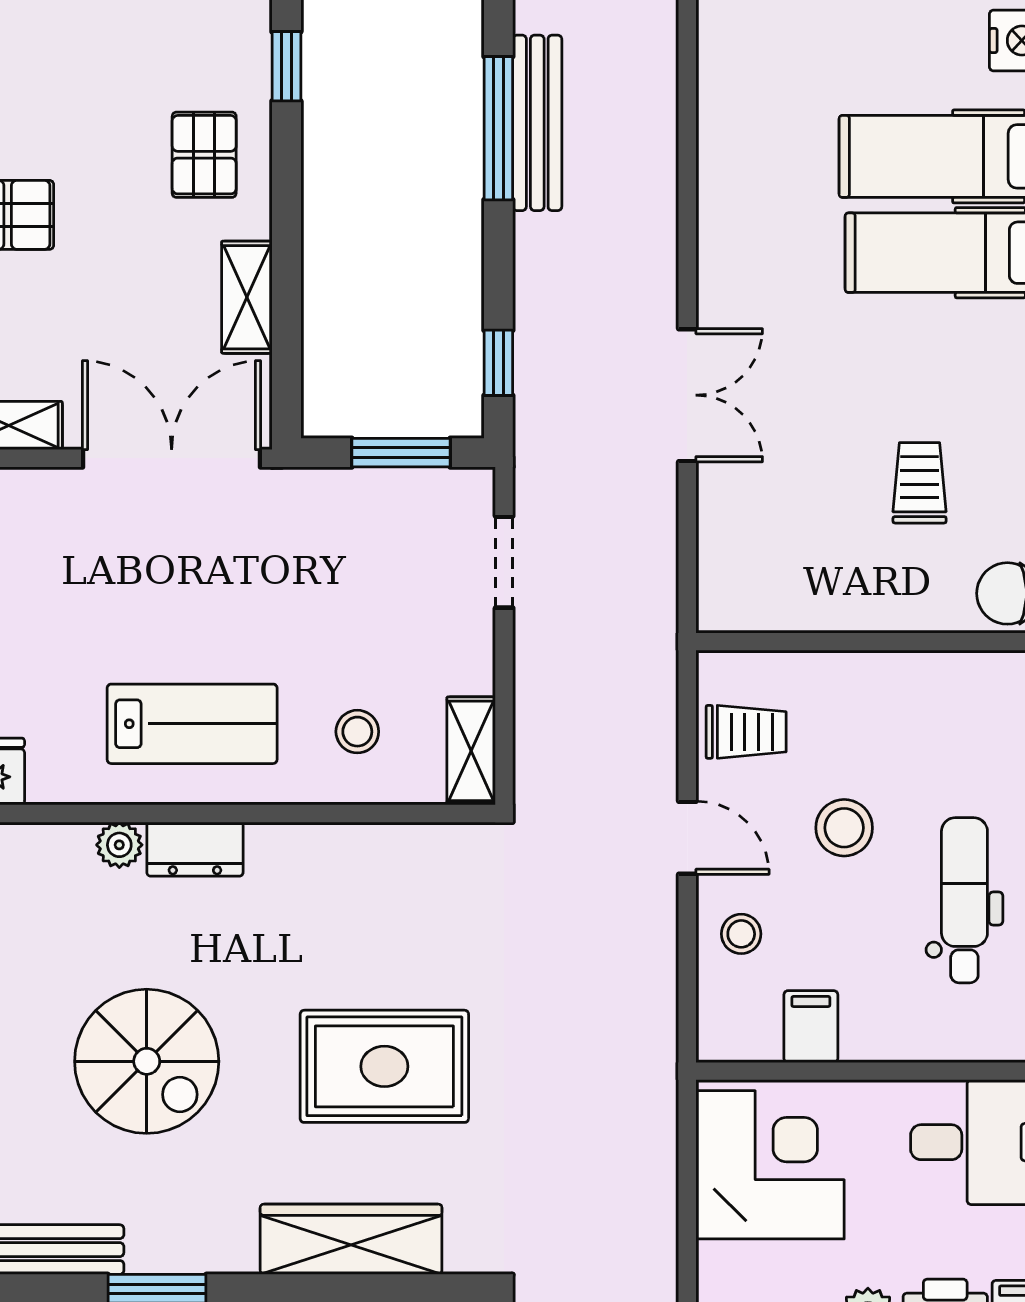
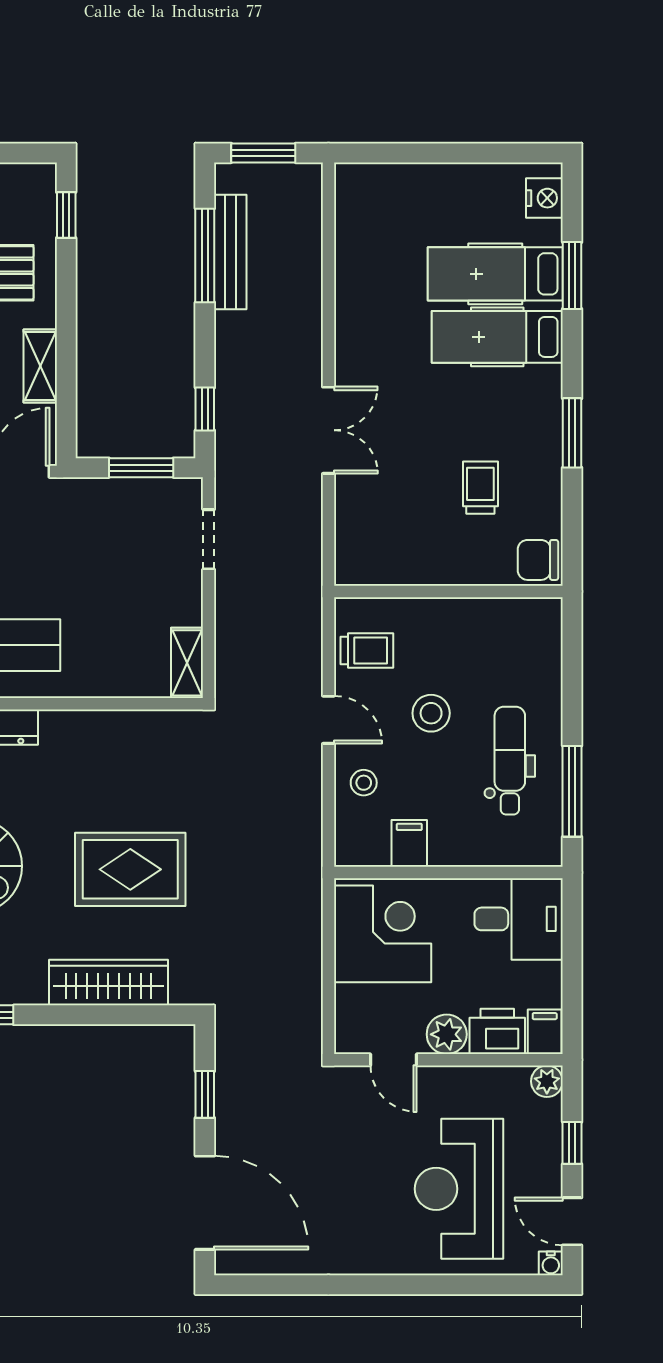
stool: (357, 732) -> (113, 650), removed

